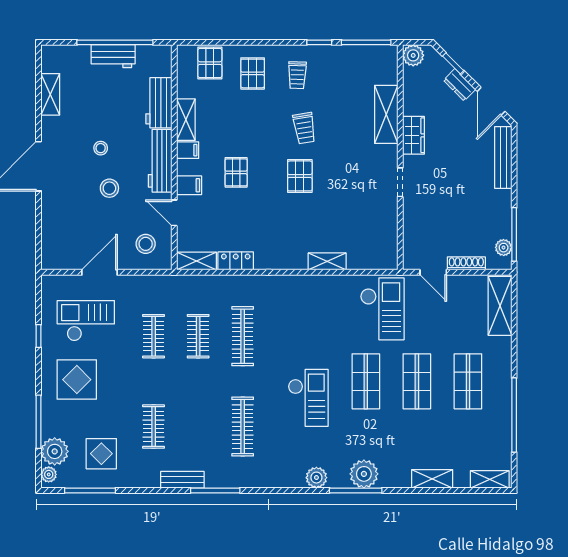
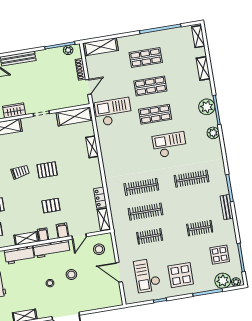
shelving: (386, 239) -> (74, 116), added
clothes rail: (198, 336) -> (145, 212), width x1.36

